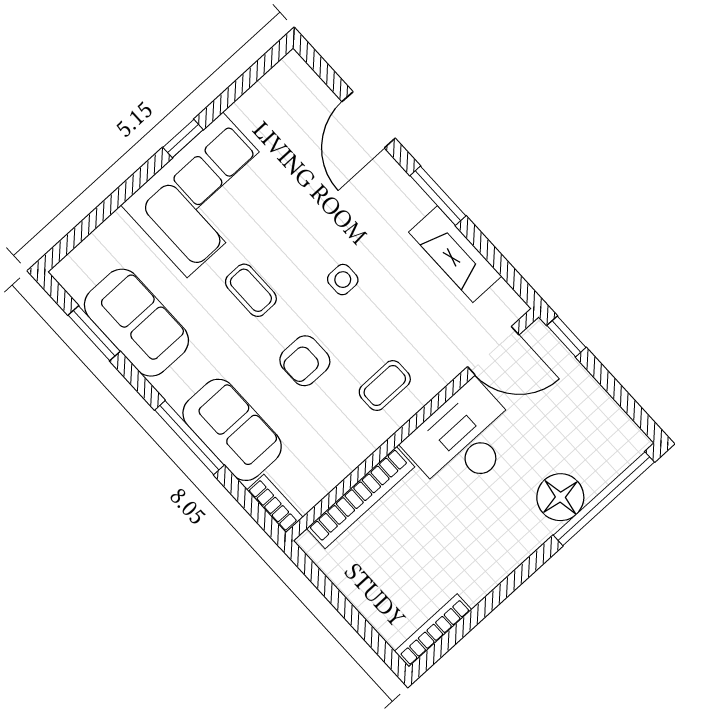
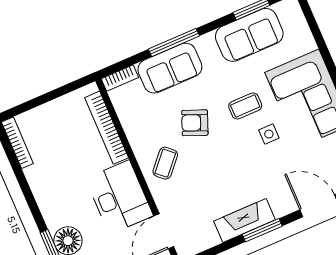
fireplace: (455, 254) -> (245, 220), moved
side table: (343, 280) -> (269, 134), moved
armchair: (305, 361) -> (195, 123), turned -68
coffee table: (385, 386) -> (165, 163), turned 42

